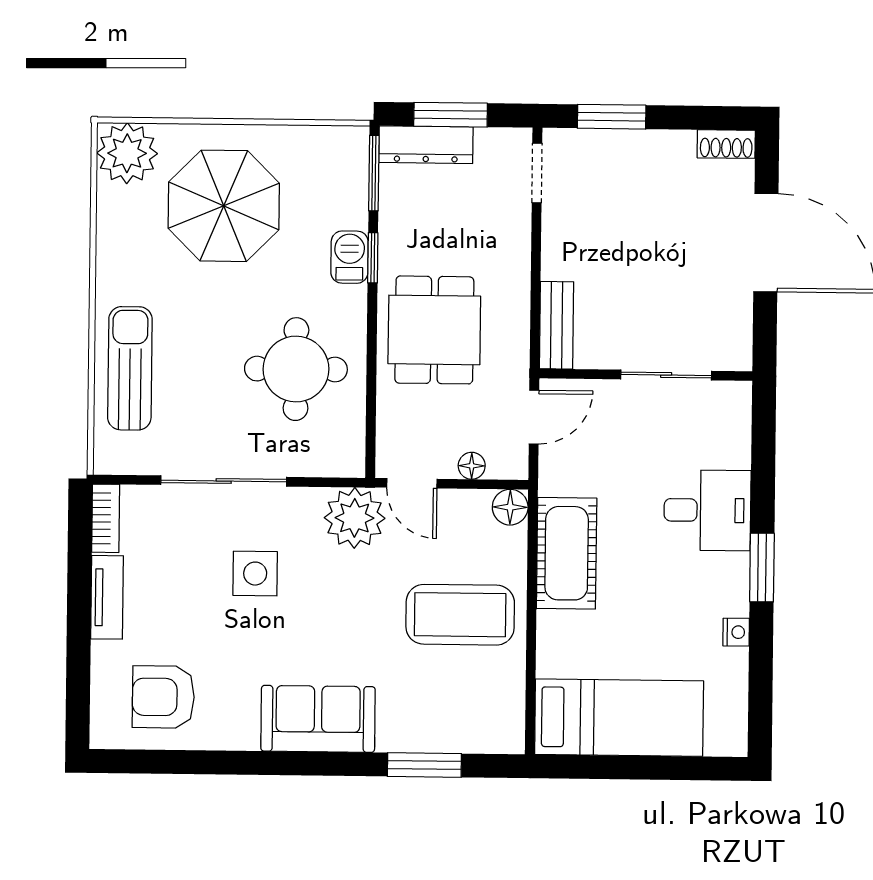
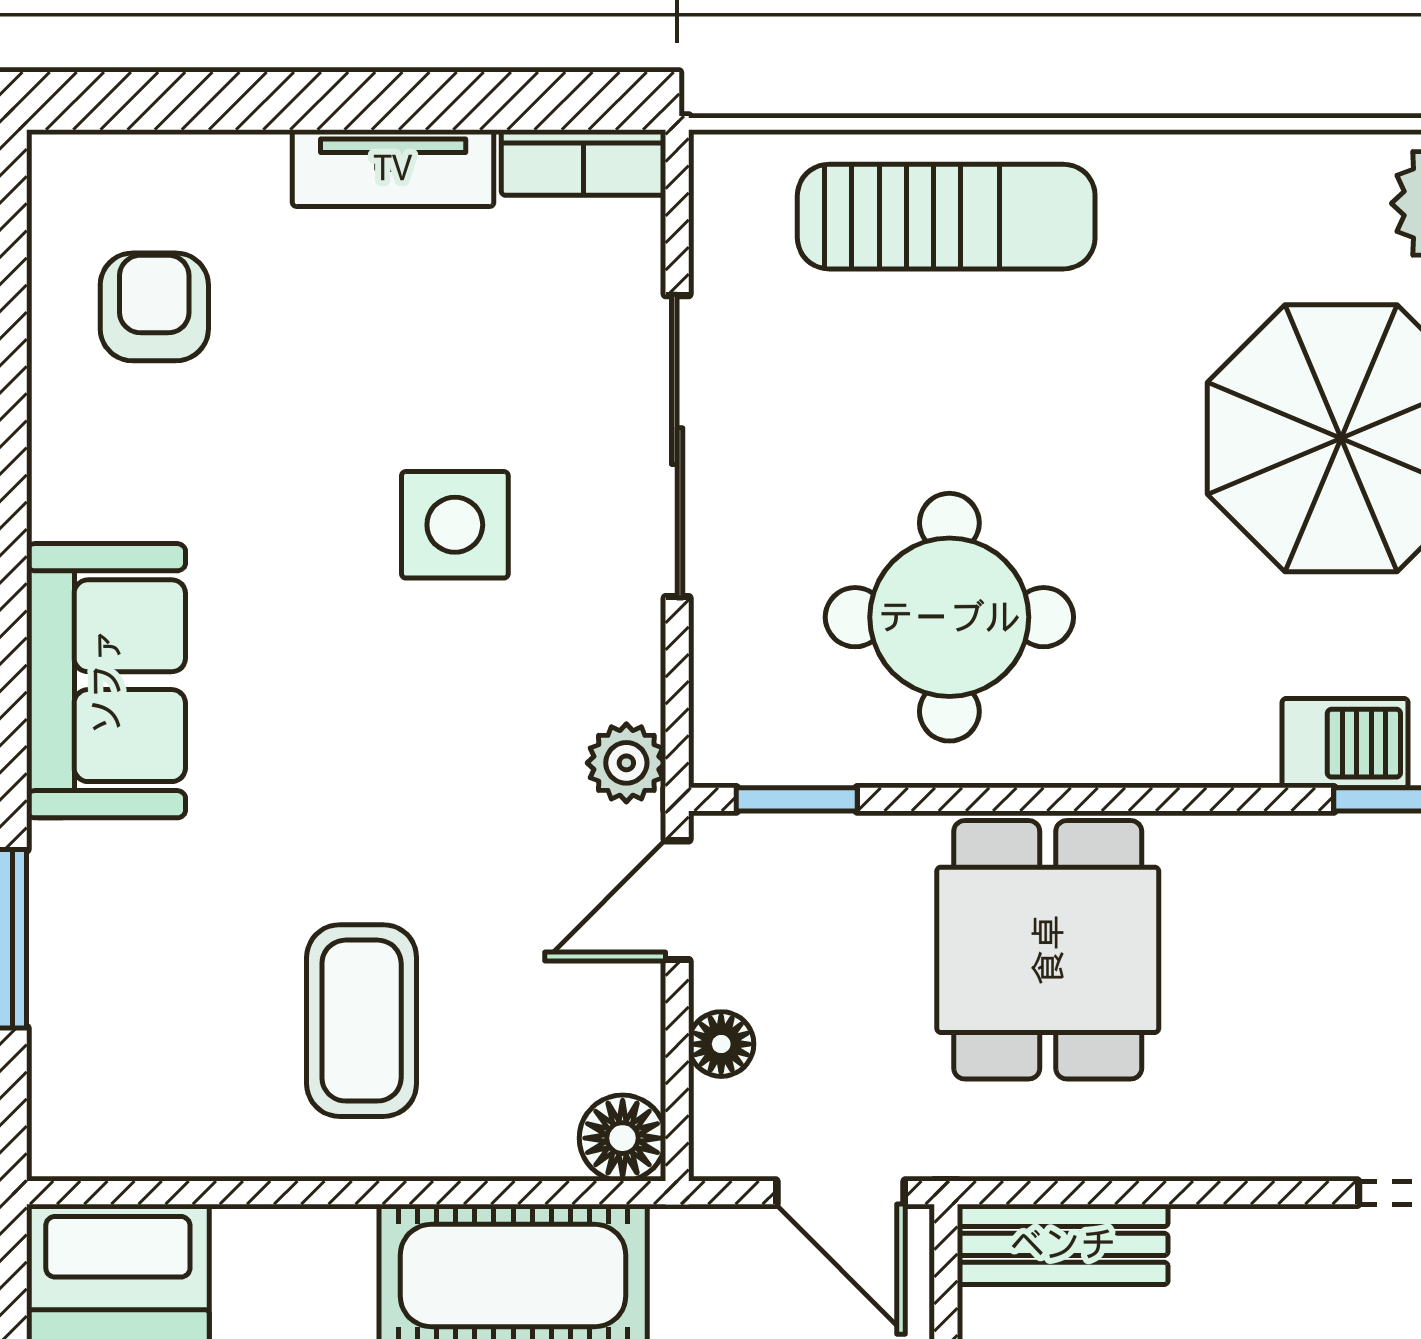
barbecue: (350, 257) -> (1345, 743), moved
window: (373, 258) -> (797, 799), moved
dining table: (434, 330) -> (1048, 950), turned 90
plant: (355, 518) -> (626, 763), width x0.53, depth x0.53
coffee table: (460, 615) -> (362, 1021), width x0.73, depth x0.76
armchair: (163, 697) -> (154, 307), width x0.72, depth x0.72

